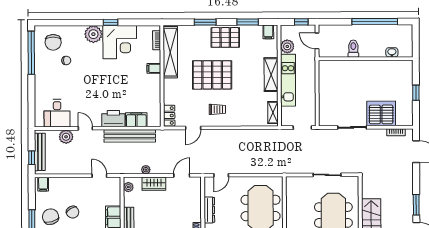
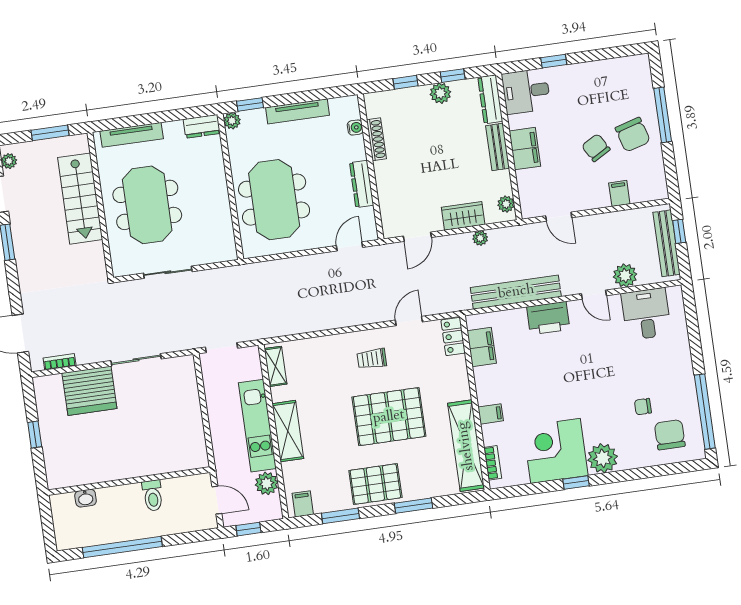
filing cabinet: (136, 120) -> (482, 347), moved, turned -90
filing cabinet: (43, 184) -> (619, 193), moved

